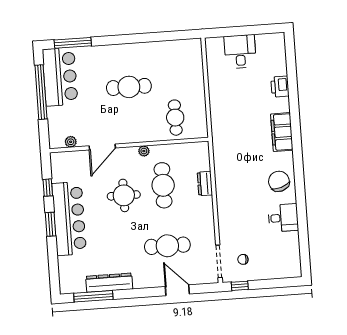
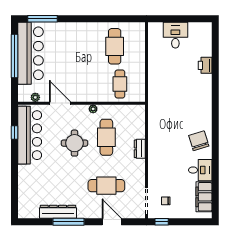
bar counter: (60, 77) -> (31, 53), width x1.36
cafe table: (129, 87) -> (115, 46), moved, turned 90
filing cabinet: (282, 132) -> (204, 197), moved
door: (102, 147) -> (60, 103), swing flipped
dresser: (205, 184) -> (140, 149), moved
bar counter: (69, 219) -> (30, 135), moved
window: (50, 224) -> (14, 162), removed
window: (93, 296) -> (69, 222), moved

